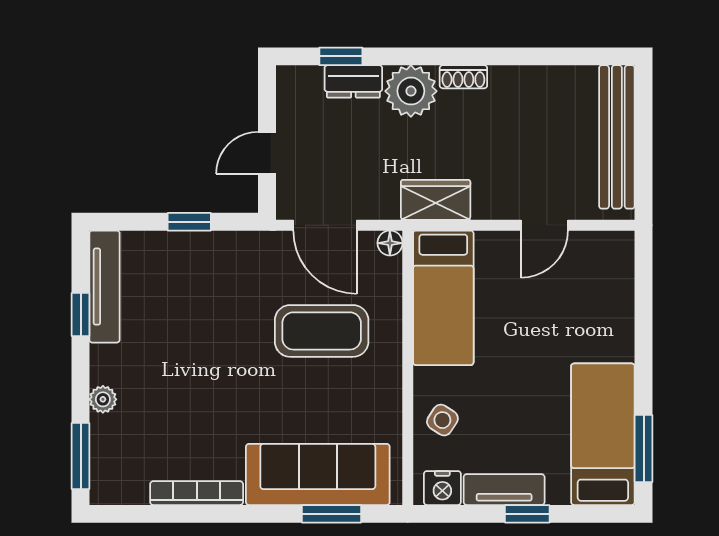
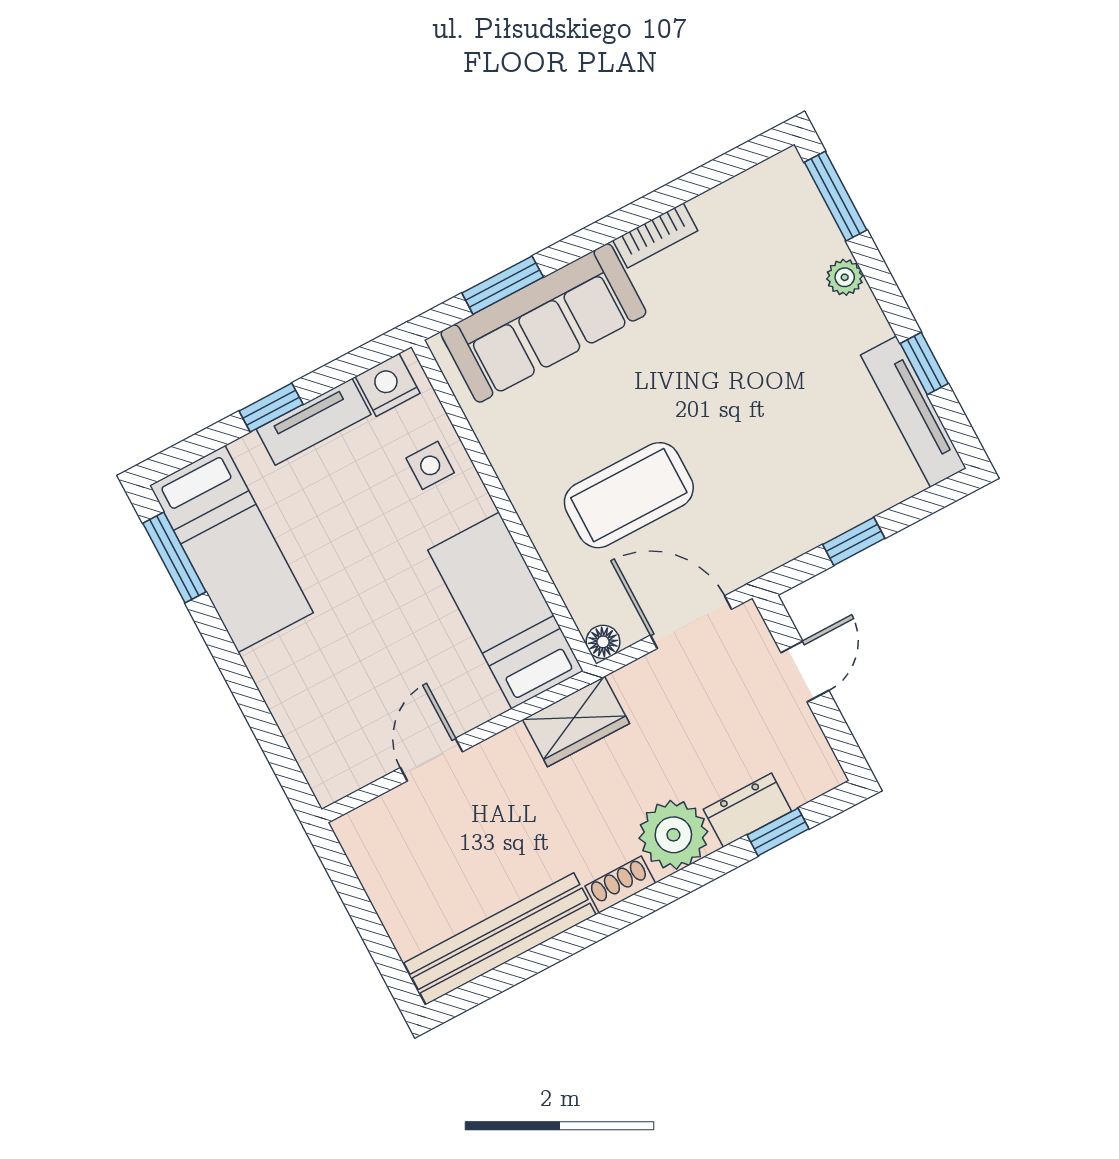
bench: (617, 137) -> (500, 939), moved, turned 90
side table: (442, 420) -> (430, 465), turned -33
bookcase: (197, 493) -> (655, 235), width x0.64

